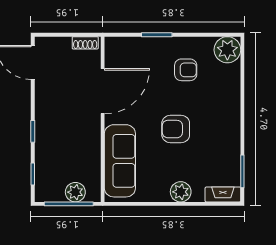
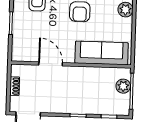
shoe rack: (85, 43) -> (15, 86), moved
door: (103, 91) -> (51, 64), width x0.73

